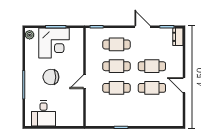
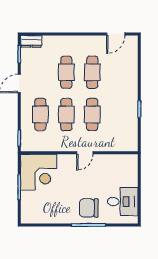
plant: (30, 35) -> (29, 218), removed
corner desk: (54, 43) -> (39, 172), moved, turned 90
chair: (51, 77) -> (89, 208), moved, turned 90
door: (84, 82) -> (85, 153), hinge flipped
door: (184, 85) -> (116, 34), moved

